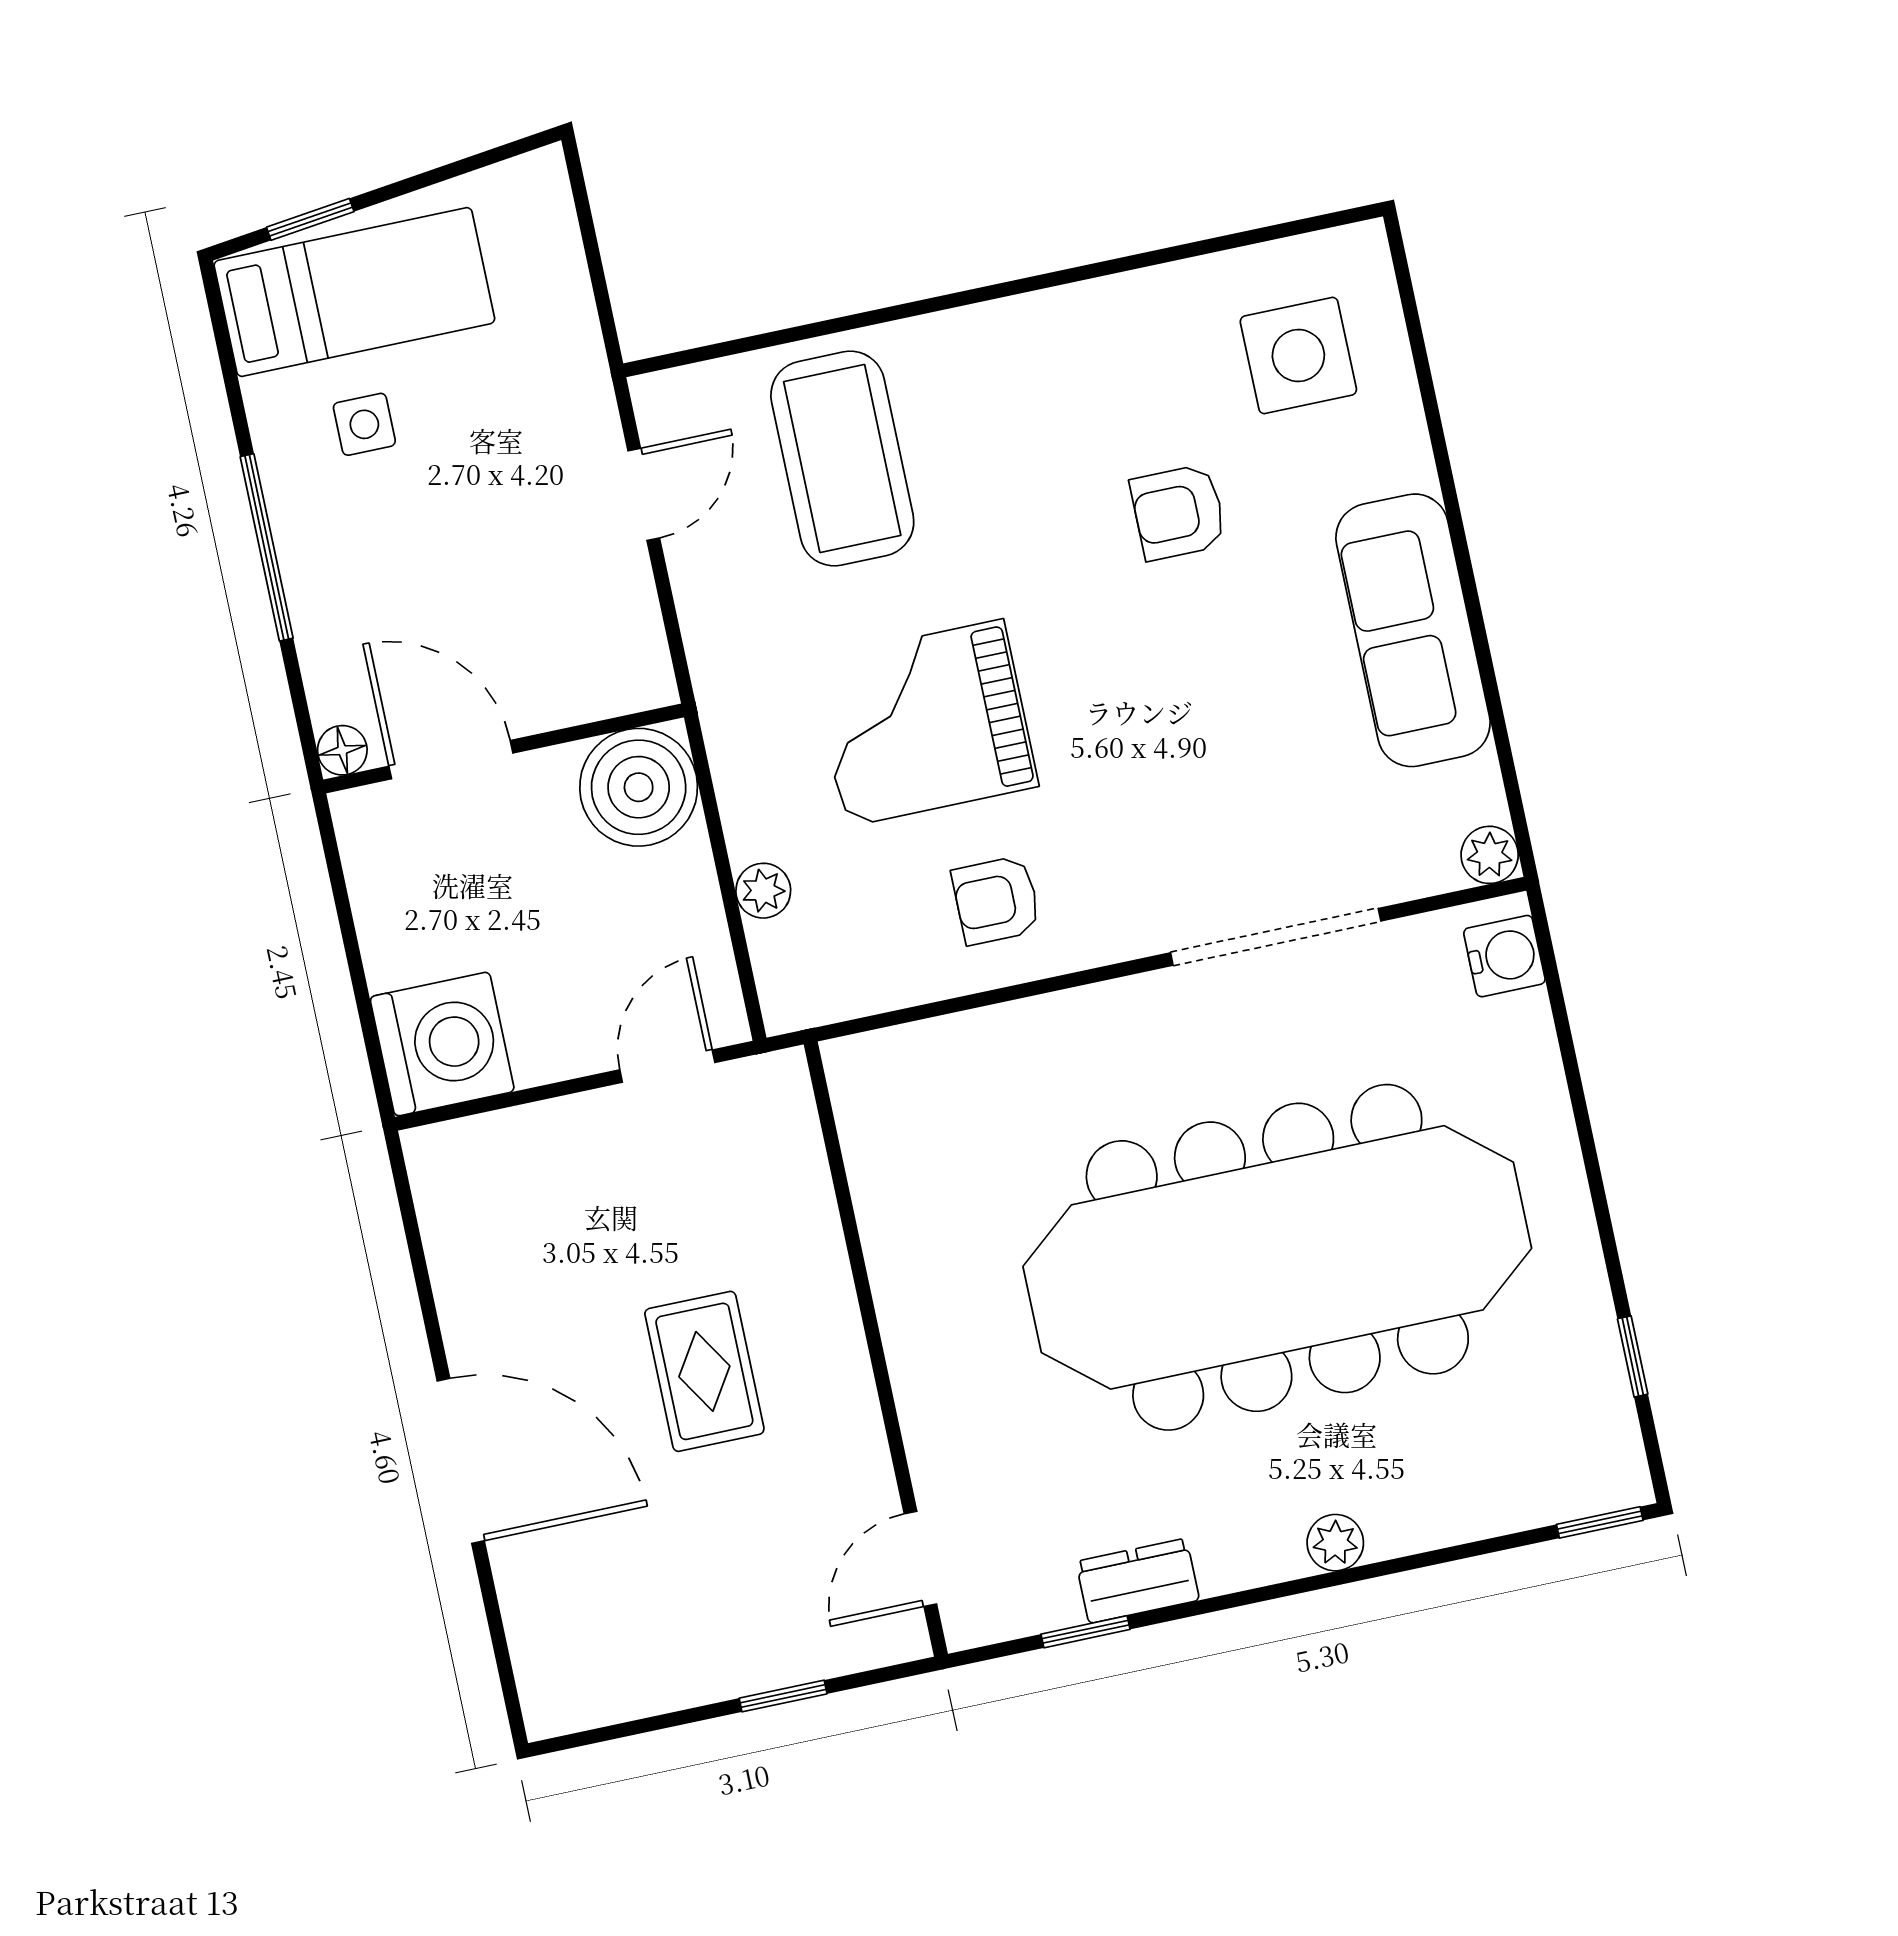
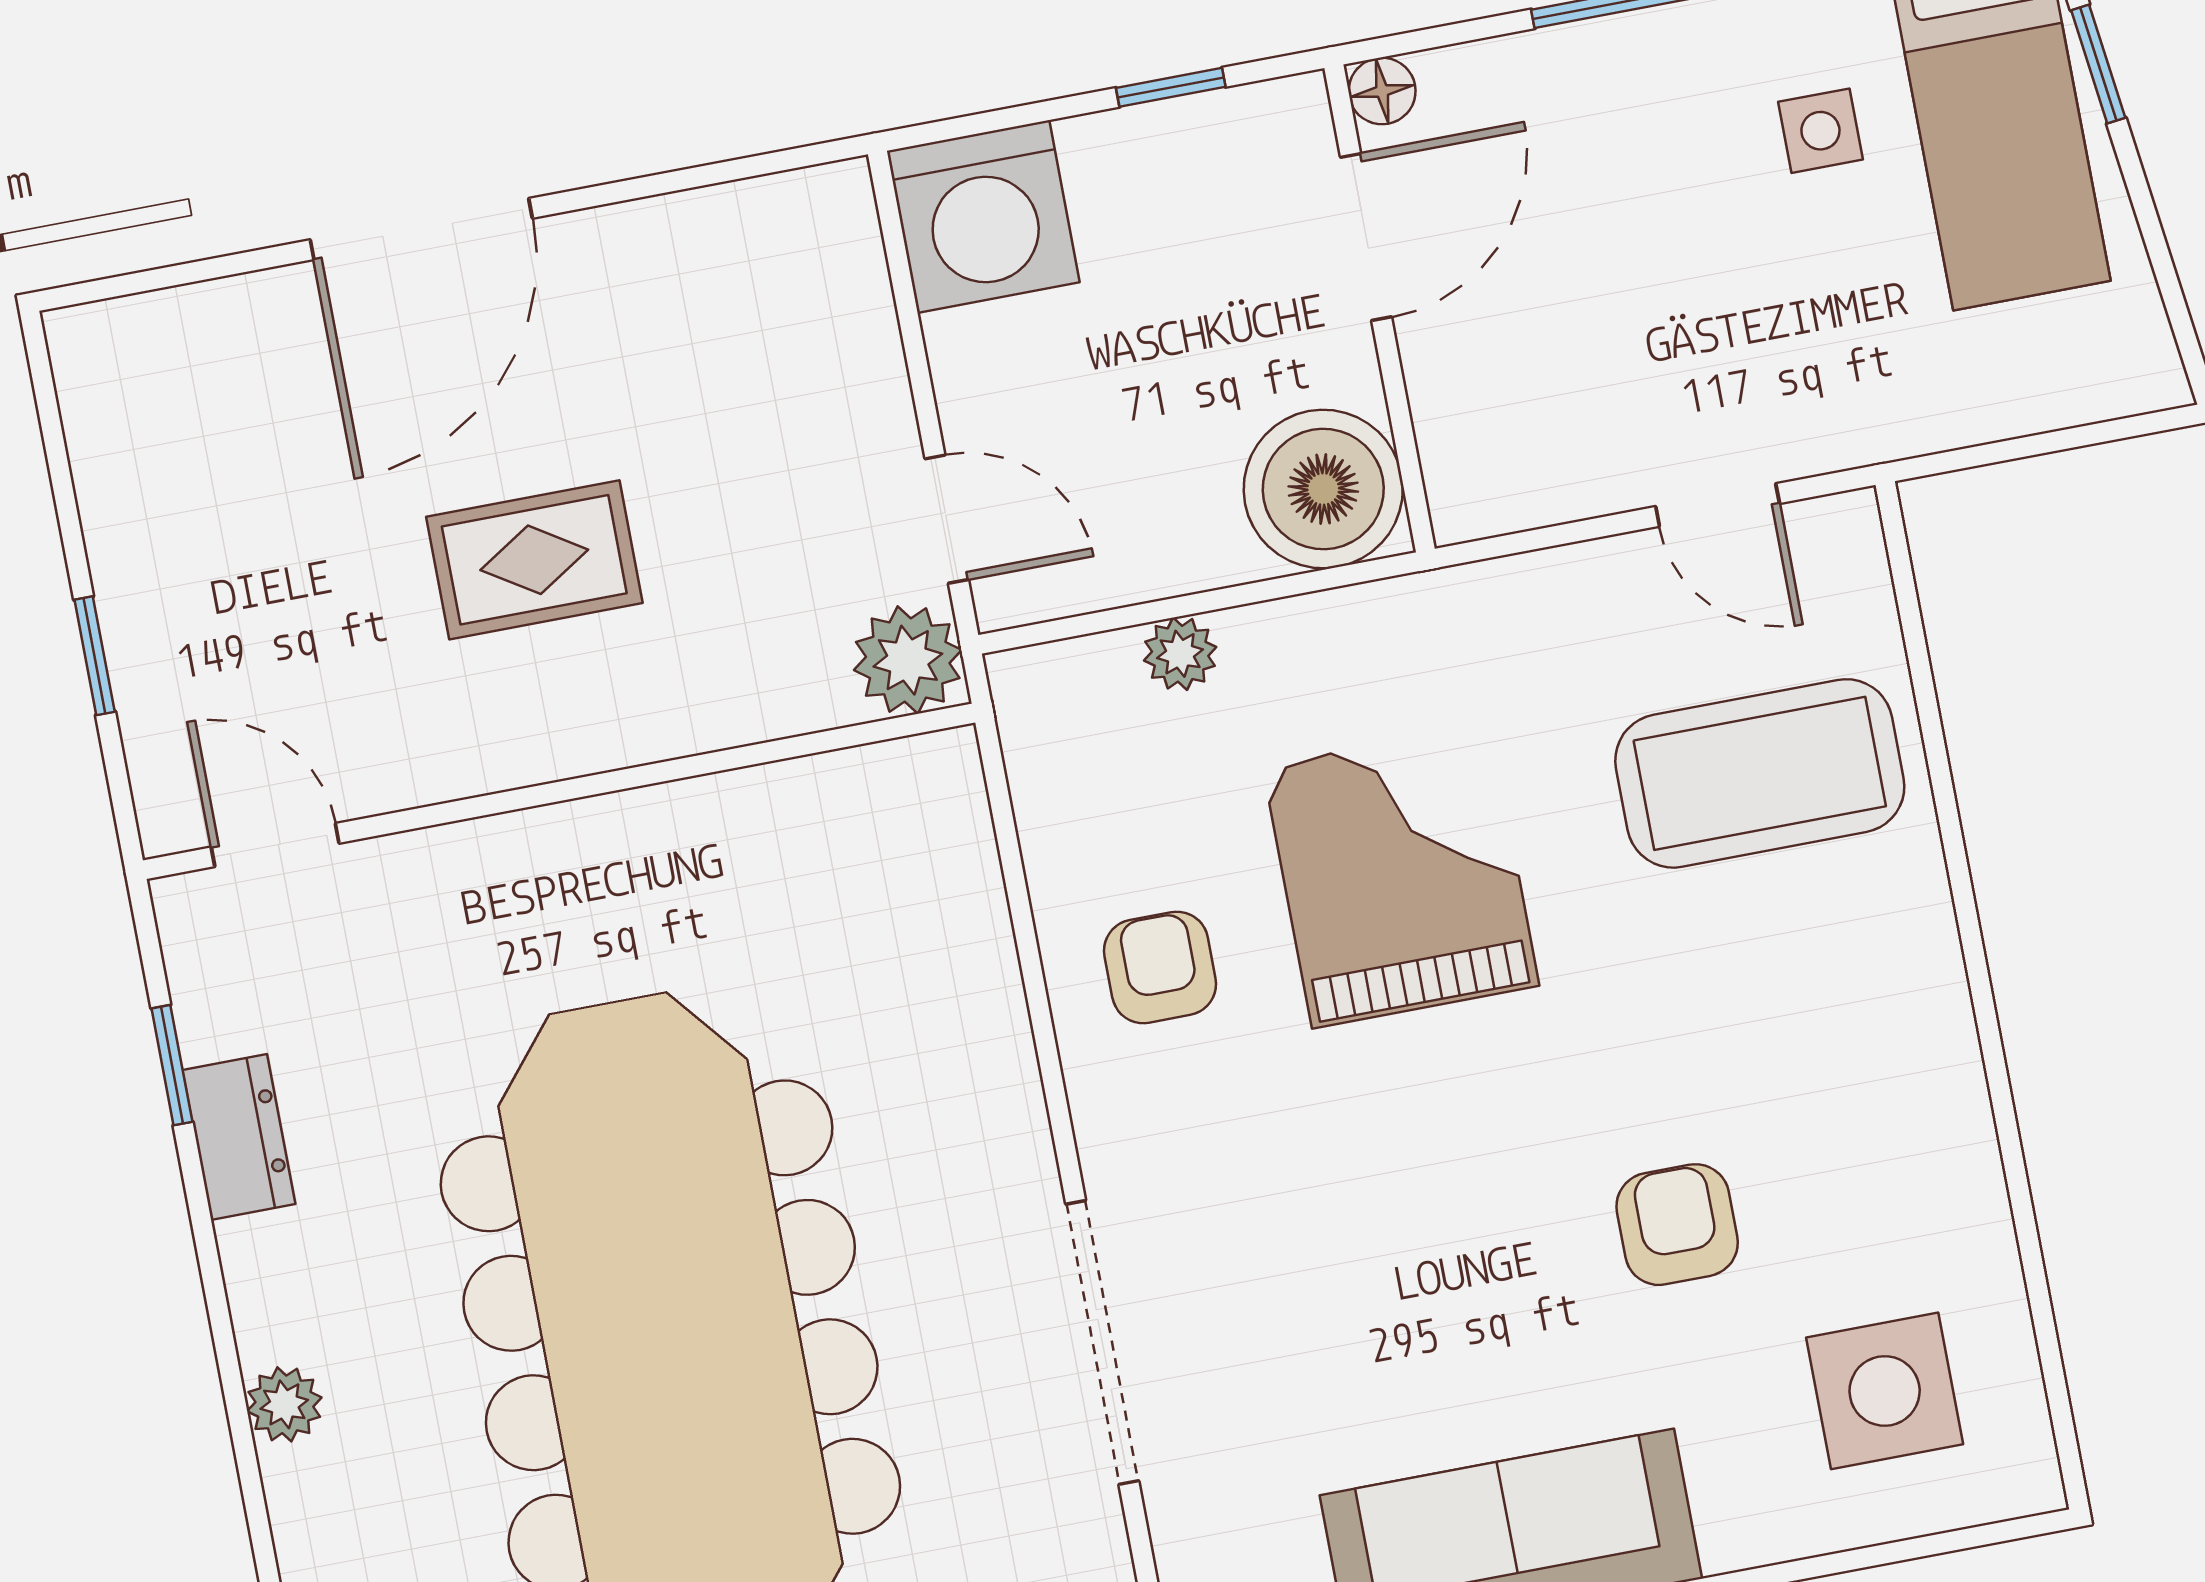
window: (343, 907) -> (1171, 87), added
plant: (772, 1093) -> (908, 660), added

